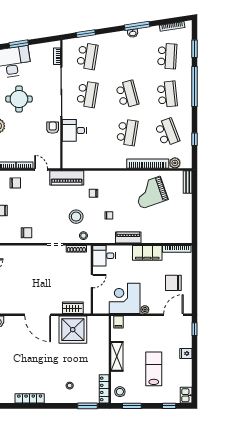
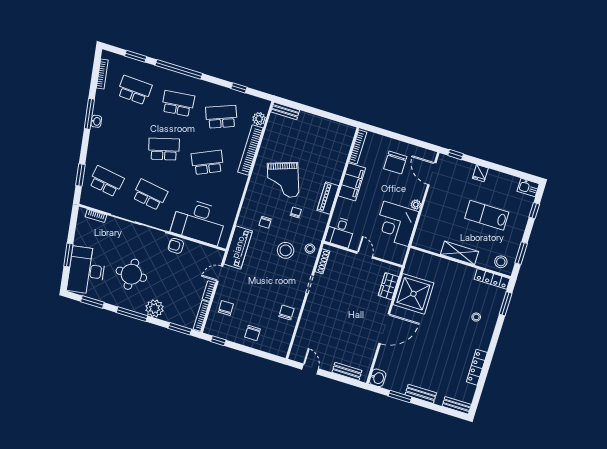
desk: (74, 130) -> (199, 221), width x1.87, depth x1.30
school desk: (127, 132) -> (207, 162), turned -33
grand piano: (151, 192) -> (283, 180), moved
filing cabinet: (118, 322) -> (421, 239), removed

